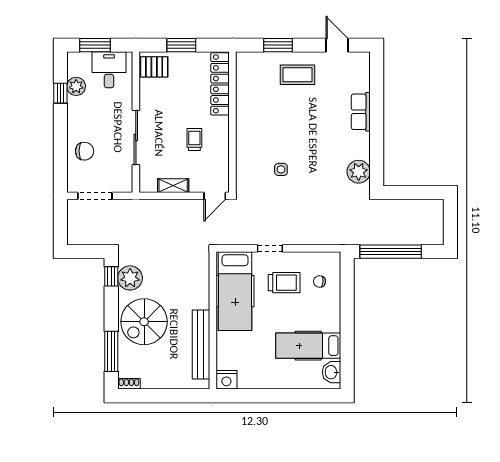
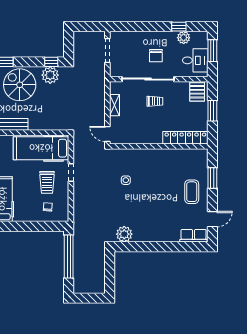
row of seats: (361, 112) -> (194, 236), moved
sliding door: (136, 138) -> (148, 79), width x1.36
trolley: (194, 139) -> (155, 101), moved
chair: (85, 151) -> (156, 56), moved

